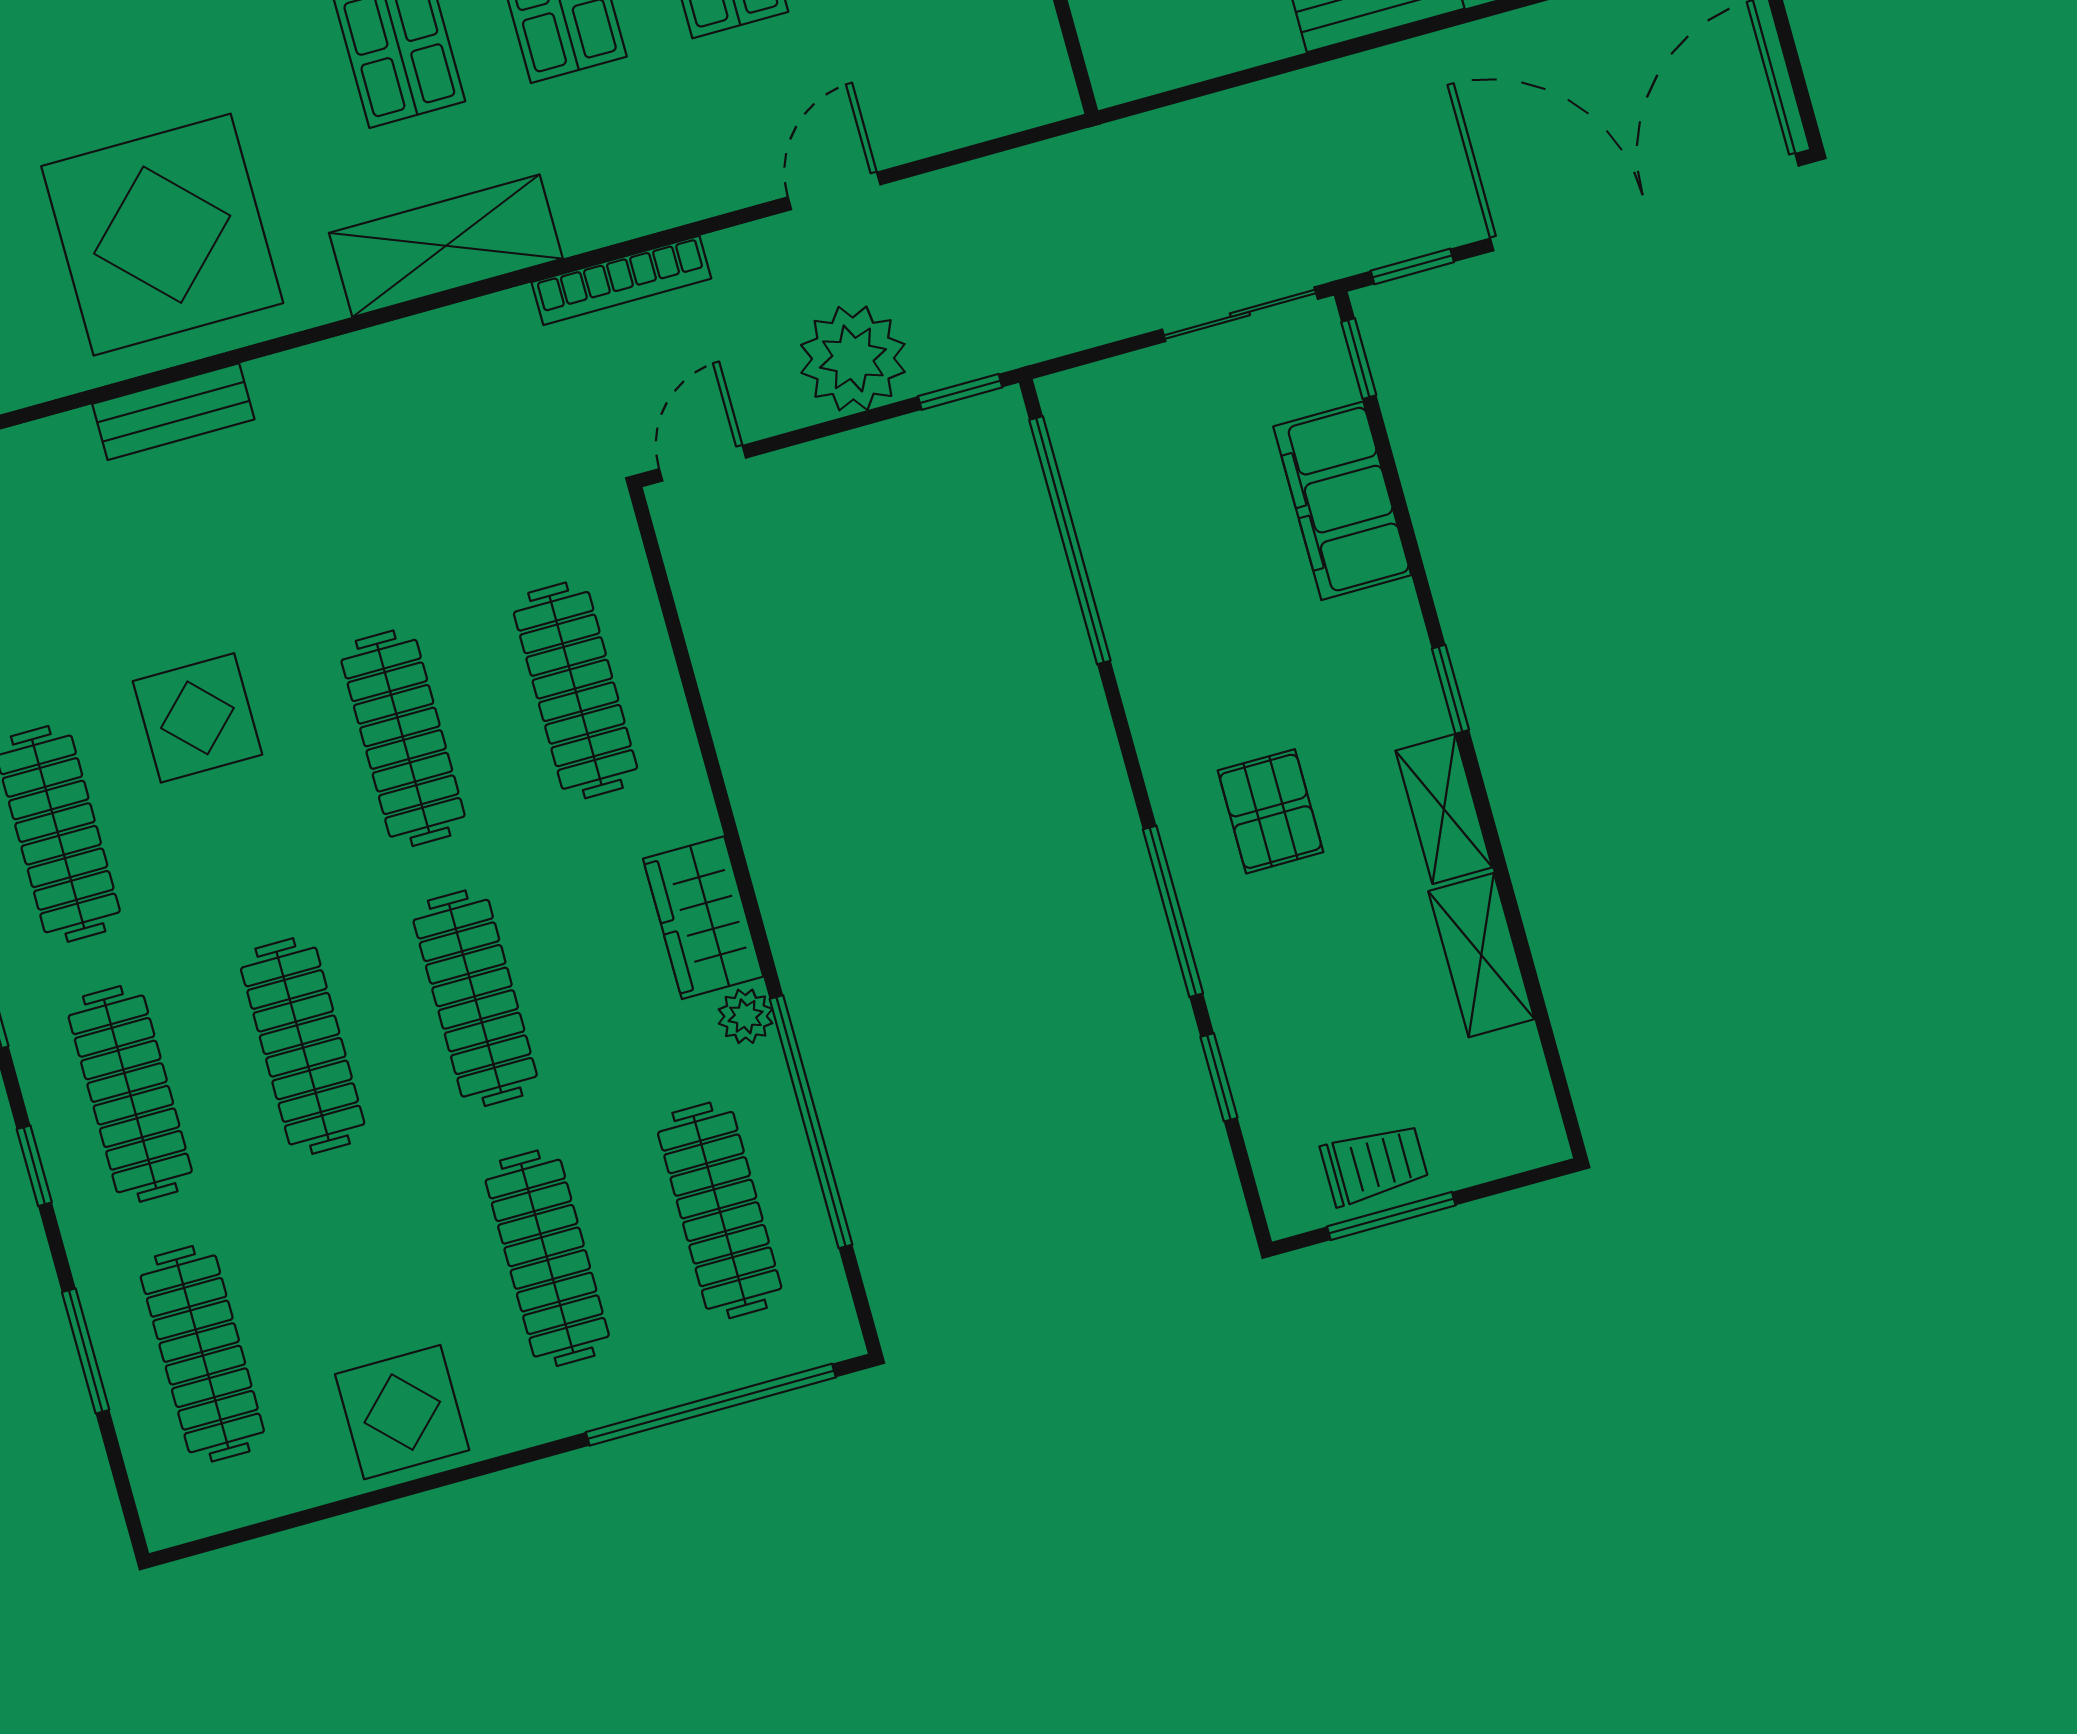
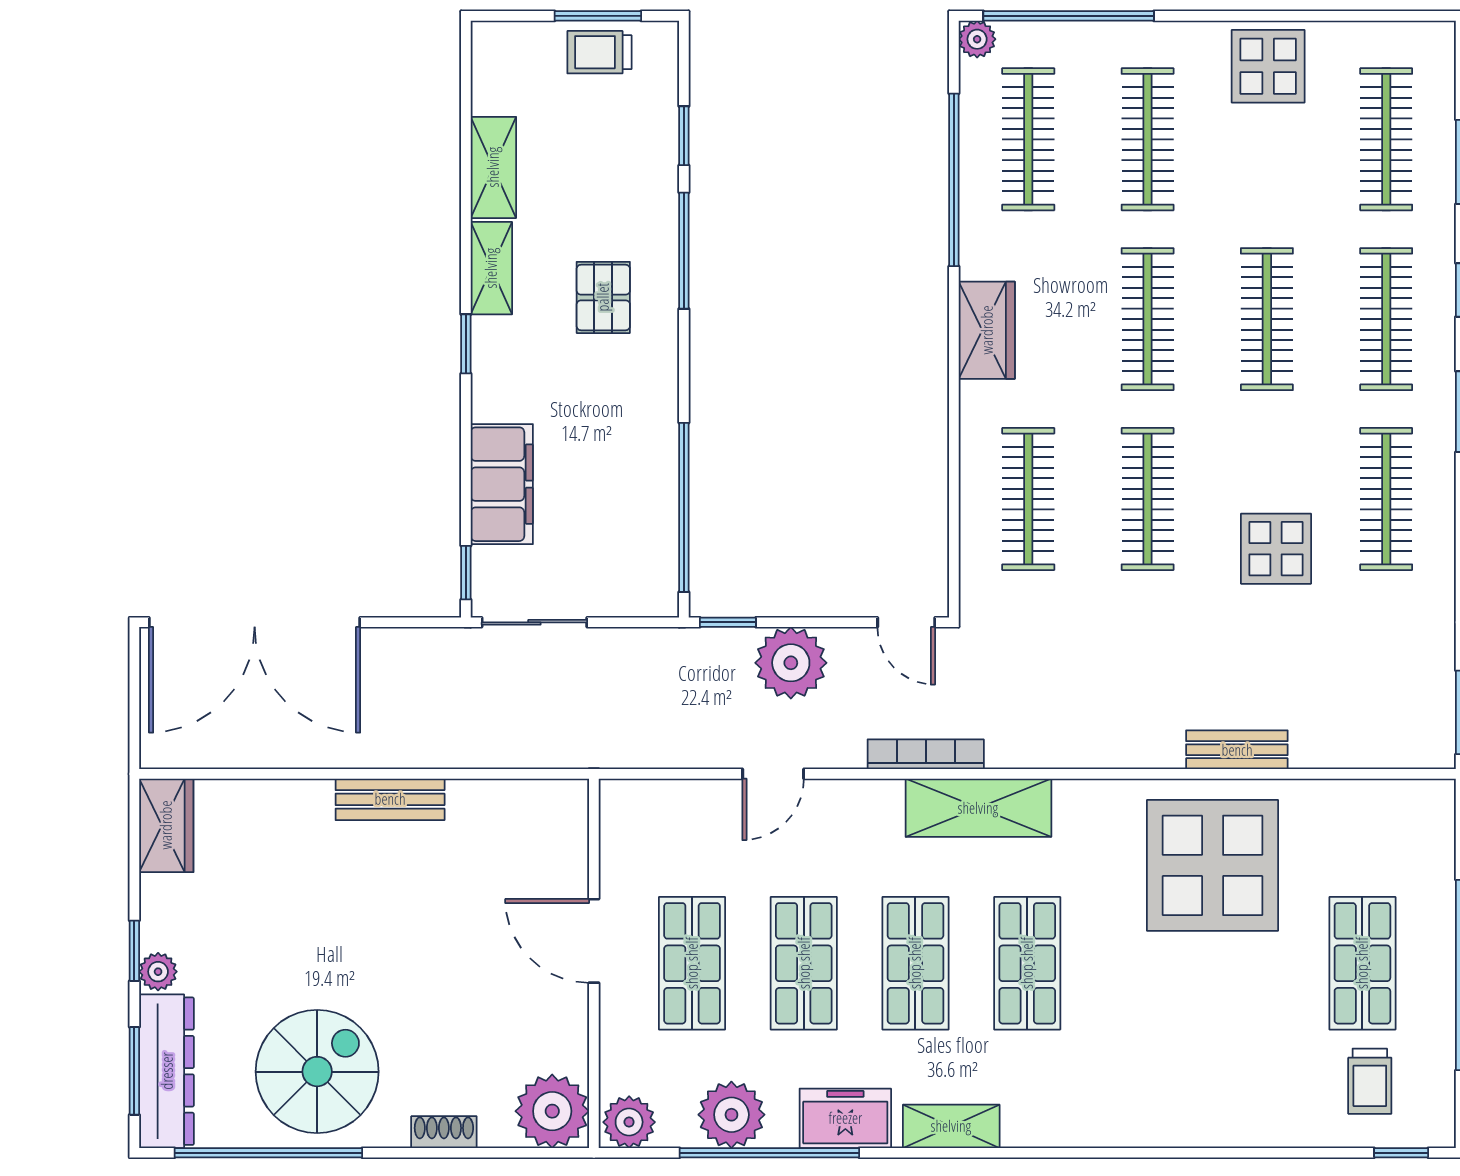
shelving: (446, 246) -> (978, 808), moved
window: (1412, 266) -> (415, 622), removed
door: (702, 463) -> (906, 622), hinge flipped
plant: (746, 1016) -> (977, 39), moved

